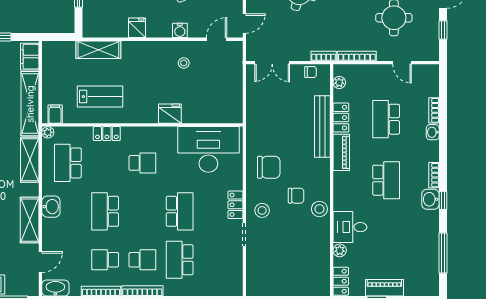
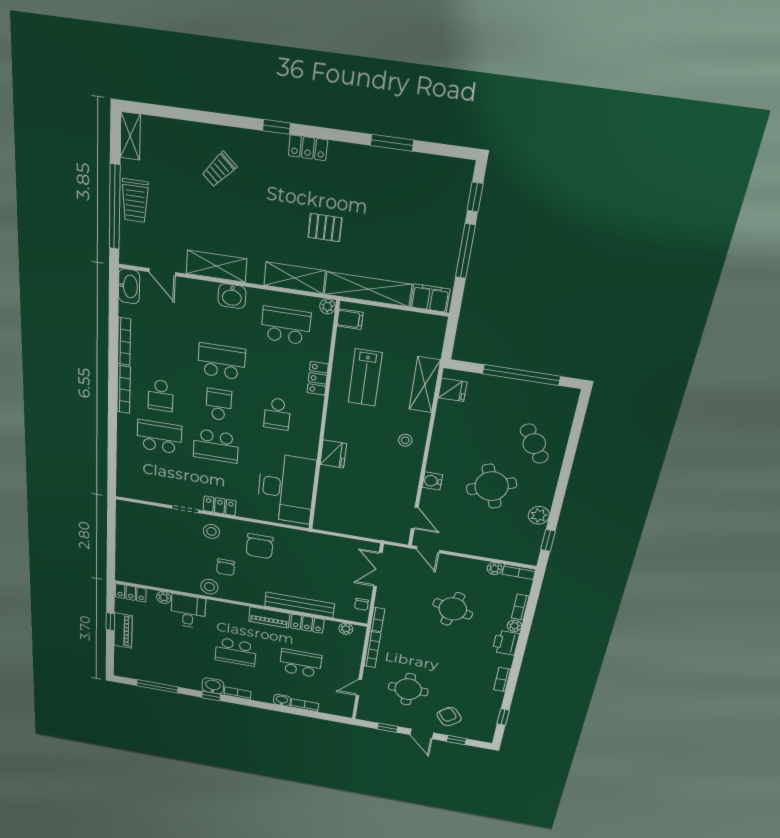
fridge: (137, 28) -> (452, 390), moved
stool: (184, 63) -> (405, 440), moved
school desk: (105, 260) -> (219, 405), moved

